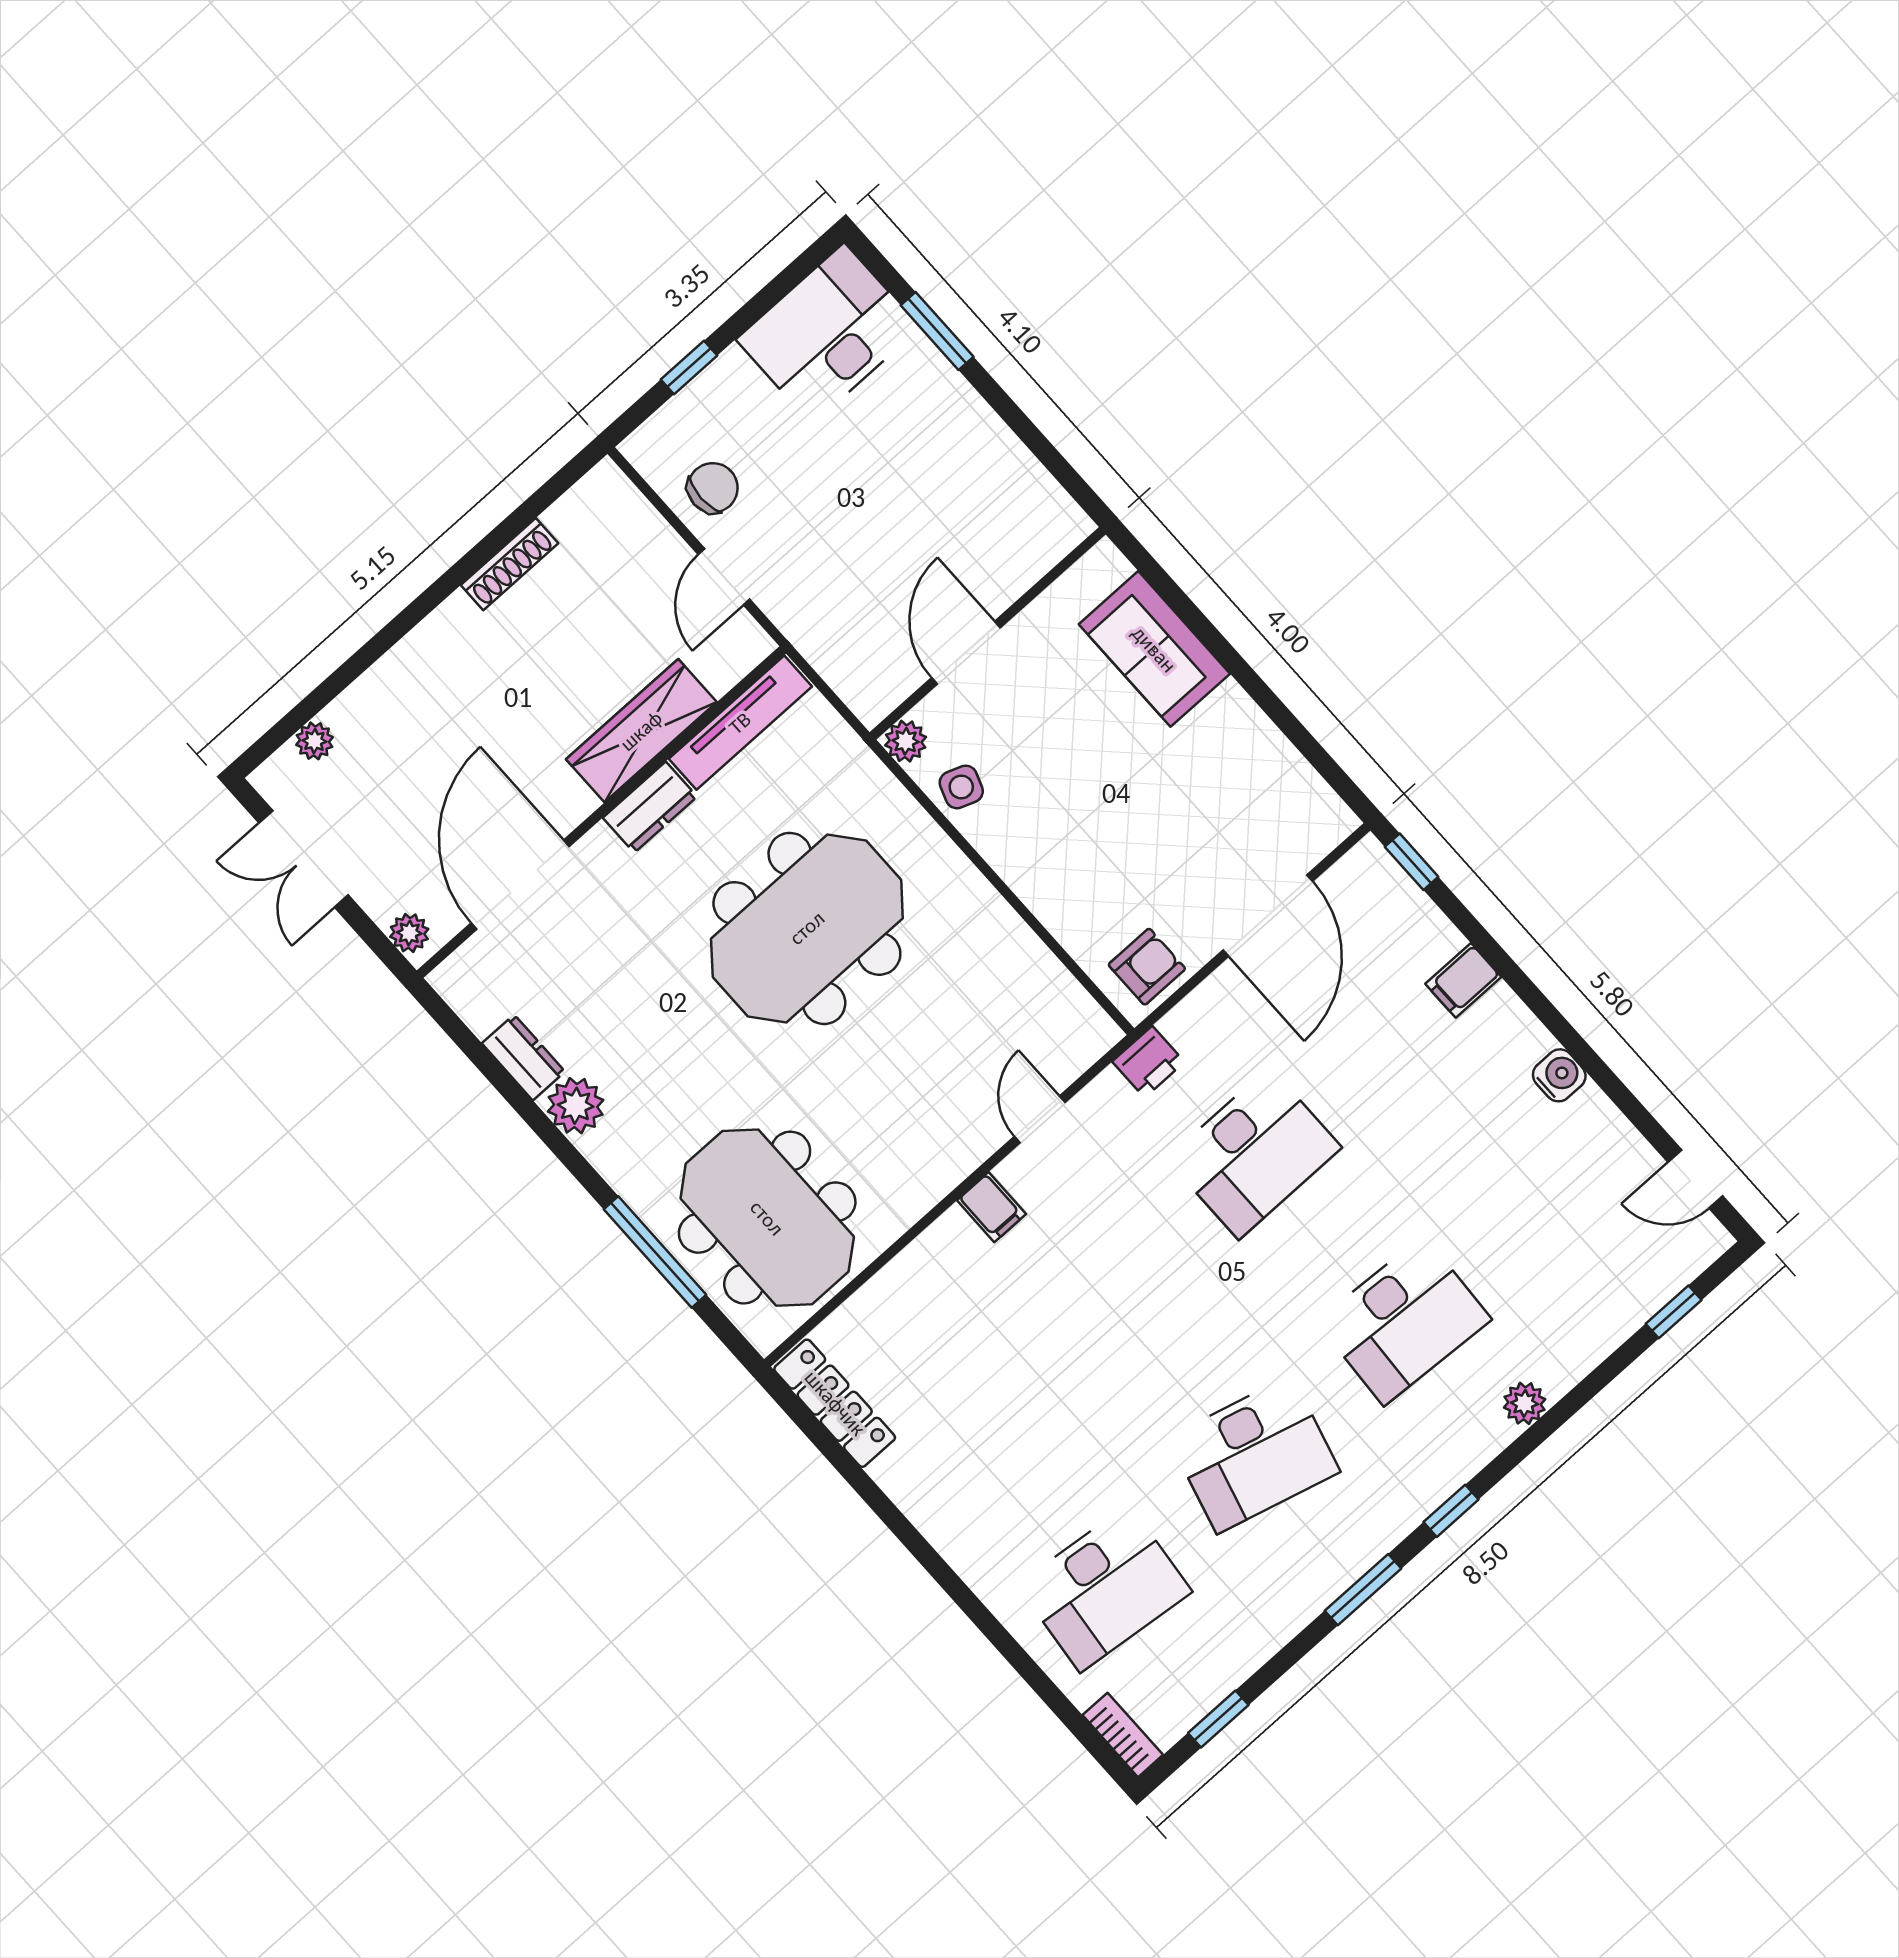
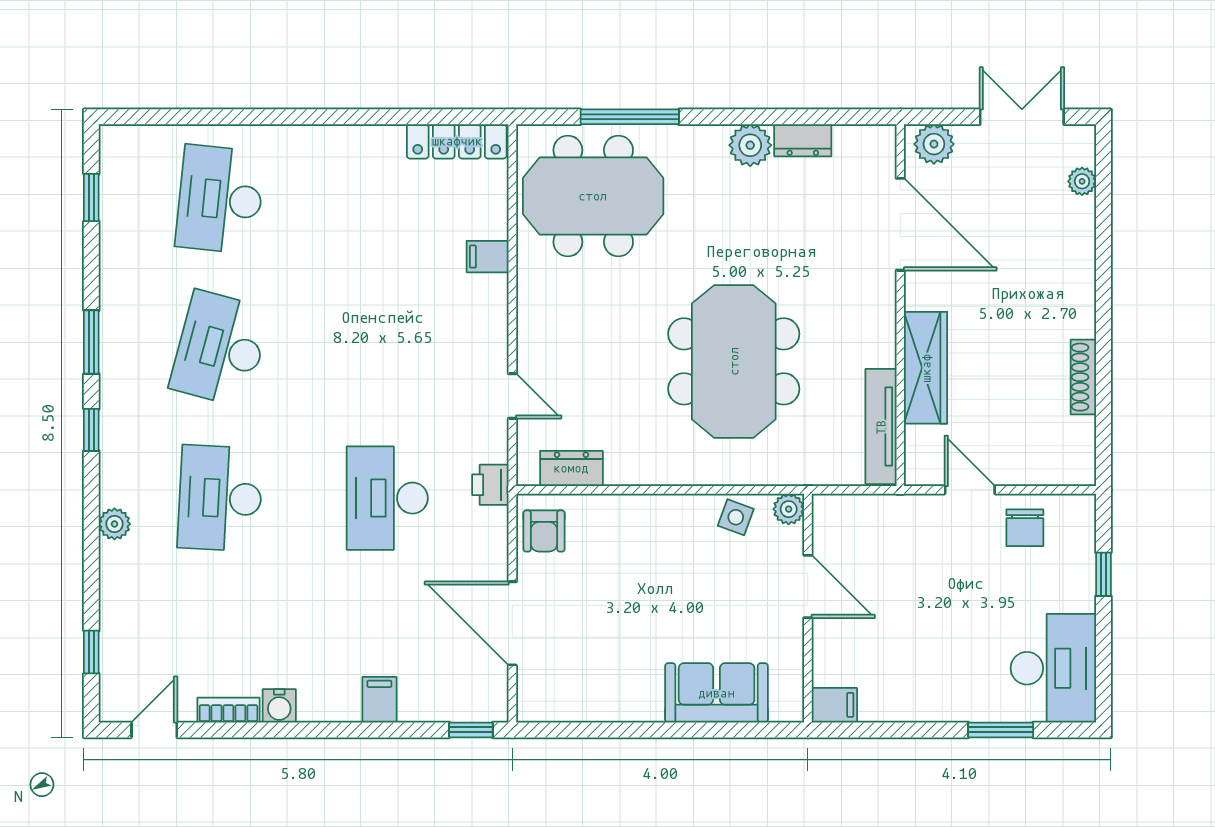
filing cabinet: (1061, 520) -> (834, 705), added
dresser: (650, 807) -> (571, 468), moved, turned 90
plant: (409, 933) -> (934, 144), width x1.38, depth x1.38
filing cabinet: (991, 1207) -> (488, 257), moved
bookcase: (1123, 1735) -> (228, 710), moved, turned 180

